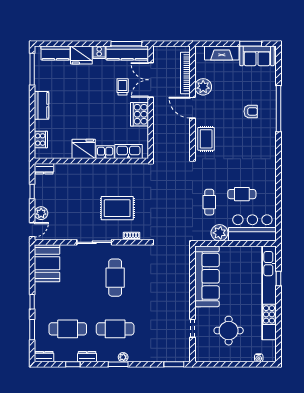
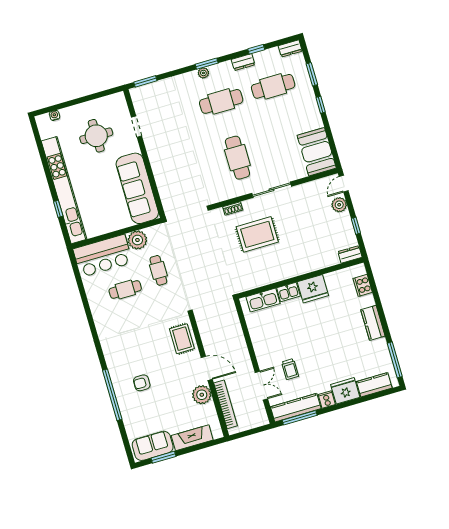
double door: (151, 80) -> (261, 386), width x0.73
cooker: (140, 114) -> (263, 344), removed

